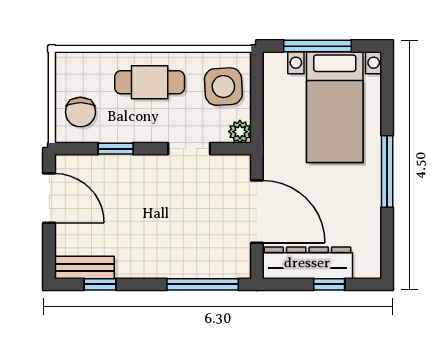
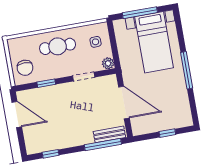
side table: (223, 87) -> (96, 42), width x0.54, depth x0.54
dresser: (307, 263) -> (154, 124), removed
bench: (84, 267) -> (109, 134), moved

